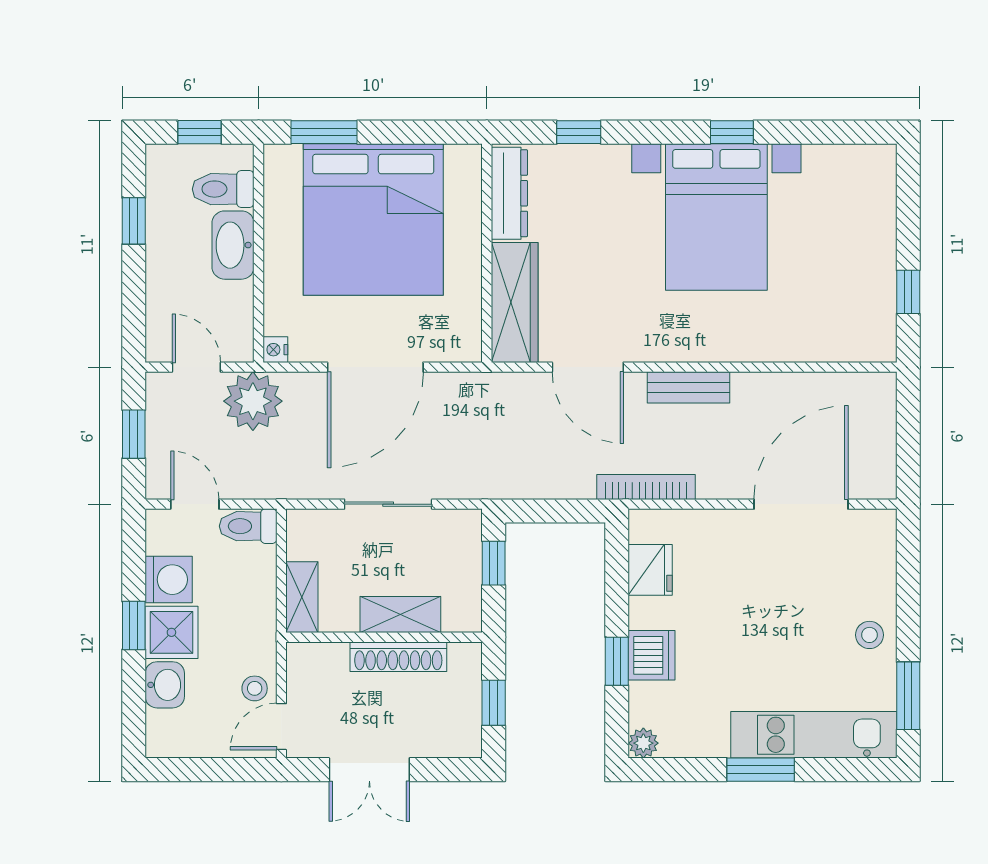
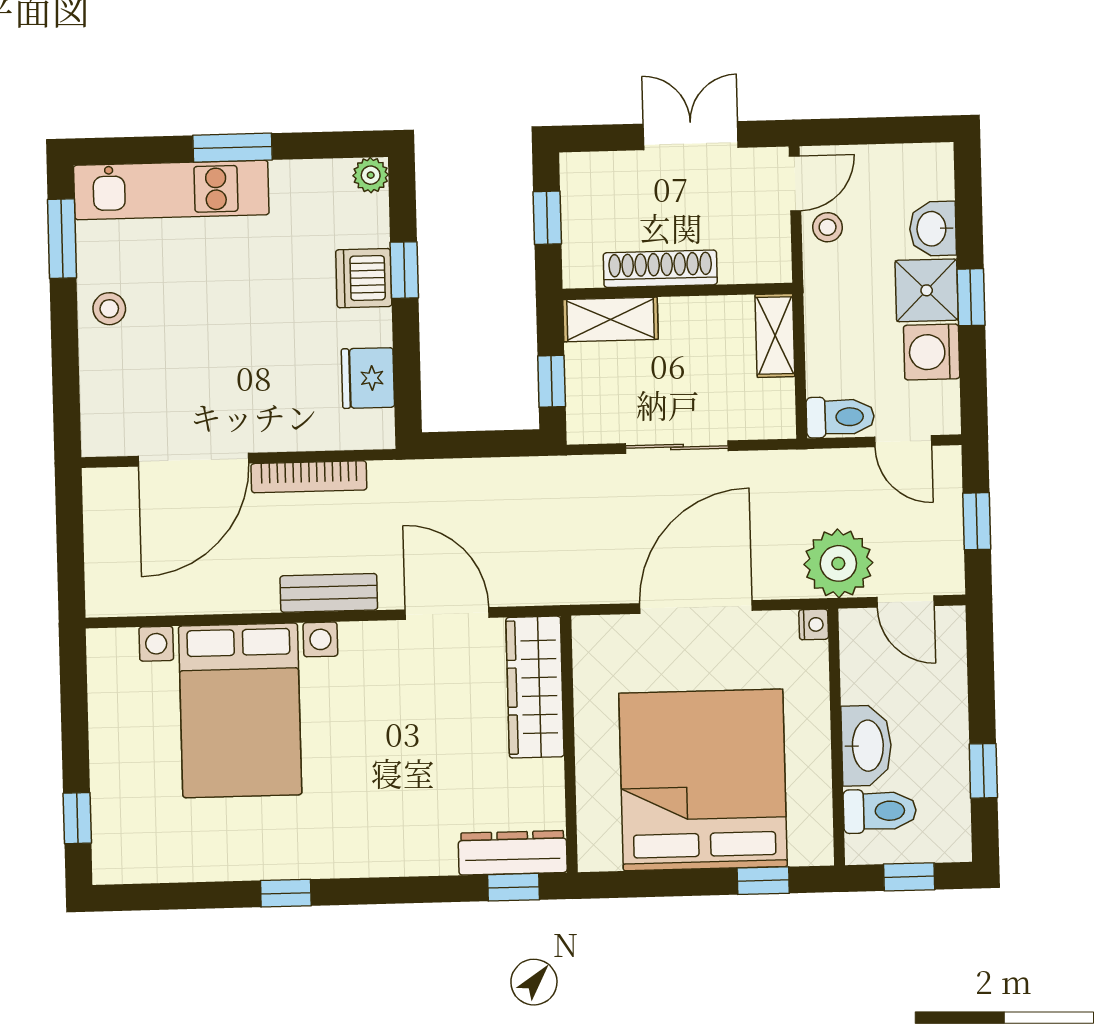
window: (324, 132) -> (763, 881), width x0.67
window: (579, 132) -> (514, 887), moved
dresser: (509, 193) -> (513, 853), moved, turned 90
bed with nightstands: (716, 217) -> (240, 710), moved, turned 180
window: (908, 292) -> (77, 818), moved
bookcase: (646, 487) -> (309, 477), moved
shelving: (400, 615) -> (611, 319), moved

